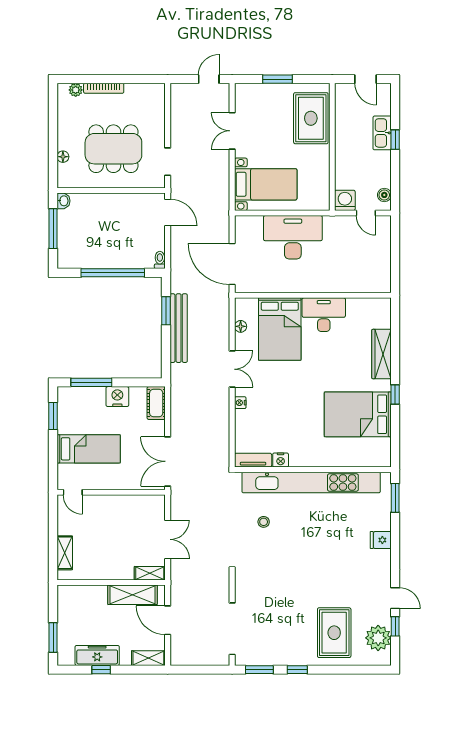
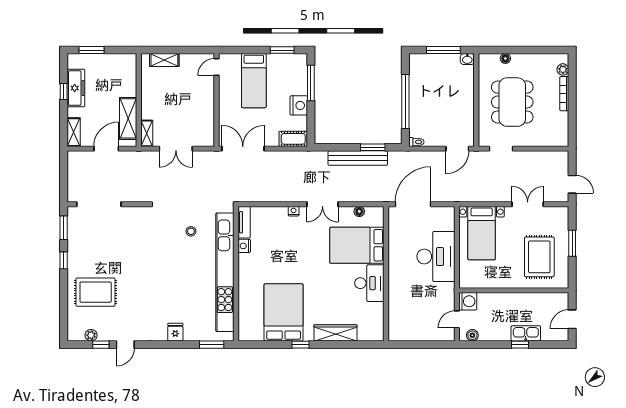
rug: (311, 118) -> (539, 257), moved, turned 90
plant: (378, 638) -> (91, 335), width x0.53, depth x0.53

